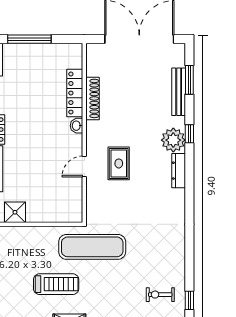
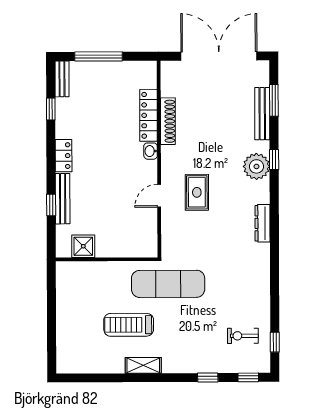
dresser: (179, 171) -> (263, 223), moved
treadmill: (56, 284) -> (129, 325), turned 180

